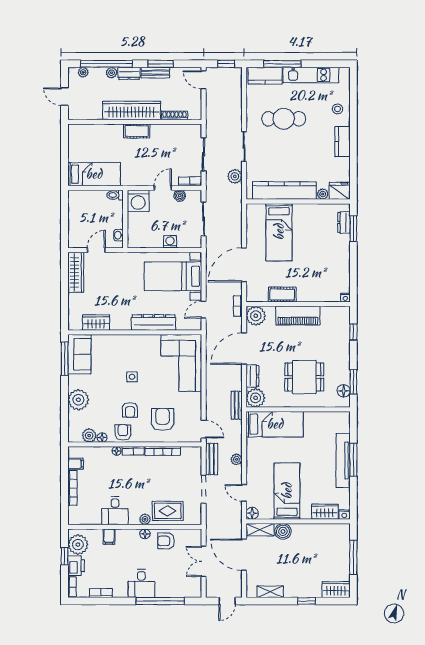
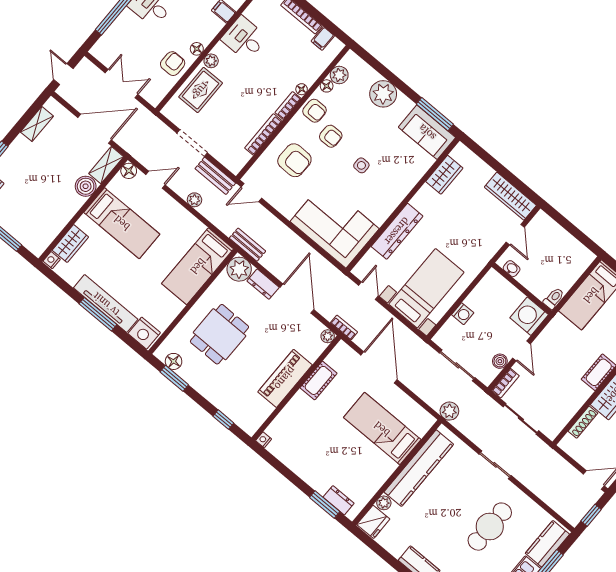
plant: (235, 176) -> (449, 411), moved
plant: (256, 316) -> (328, 336), width x0.53, depth x0.53
armchair: (130, 410) -> (331, 136), turned 180
nightstand: (341, 423) -> (144, 333), added

